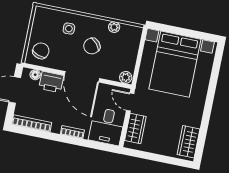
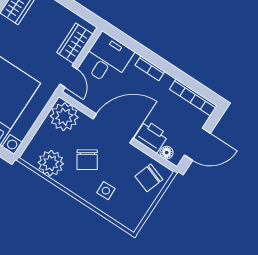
plant: (114, 27) -> (51, 163), width x1.88, depth x1.88
chair: (92, 46) -> (87, 160), turned 98
door: (82, 77) -> (113, 129), hinge flipped
plant: (126, 77) -> (64, 117), width x1.88, depth x1.88

